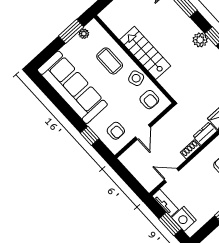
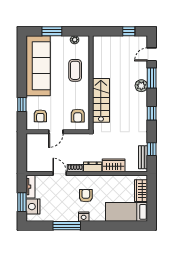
window: (71, 31) -> (52, 31), moved
plant: (200, 40) -> (141, 86), moved
stairs: (145, 53) -> (101, 100), moved
side table: (136, 78) -> (82, 95), removed
door: (171, 175) -> (60, 174), moved

